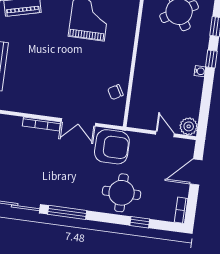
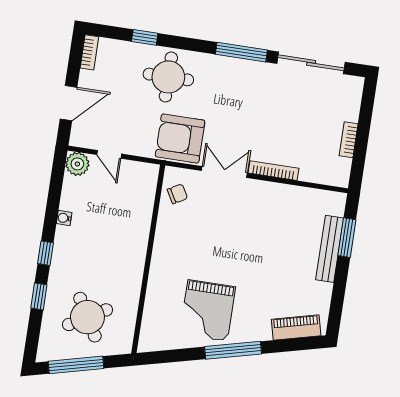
water cooler: (200, 71) -> (64, 218), moved
chair: (115, 92) -> (177, 194), moved

